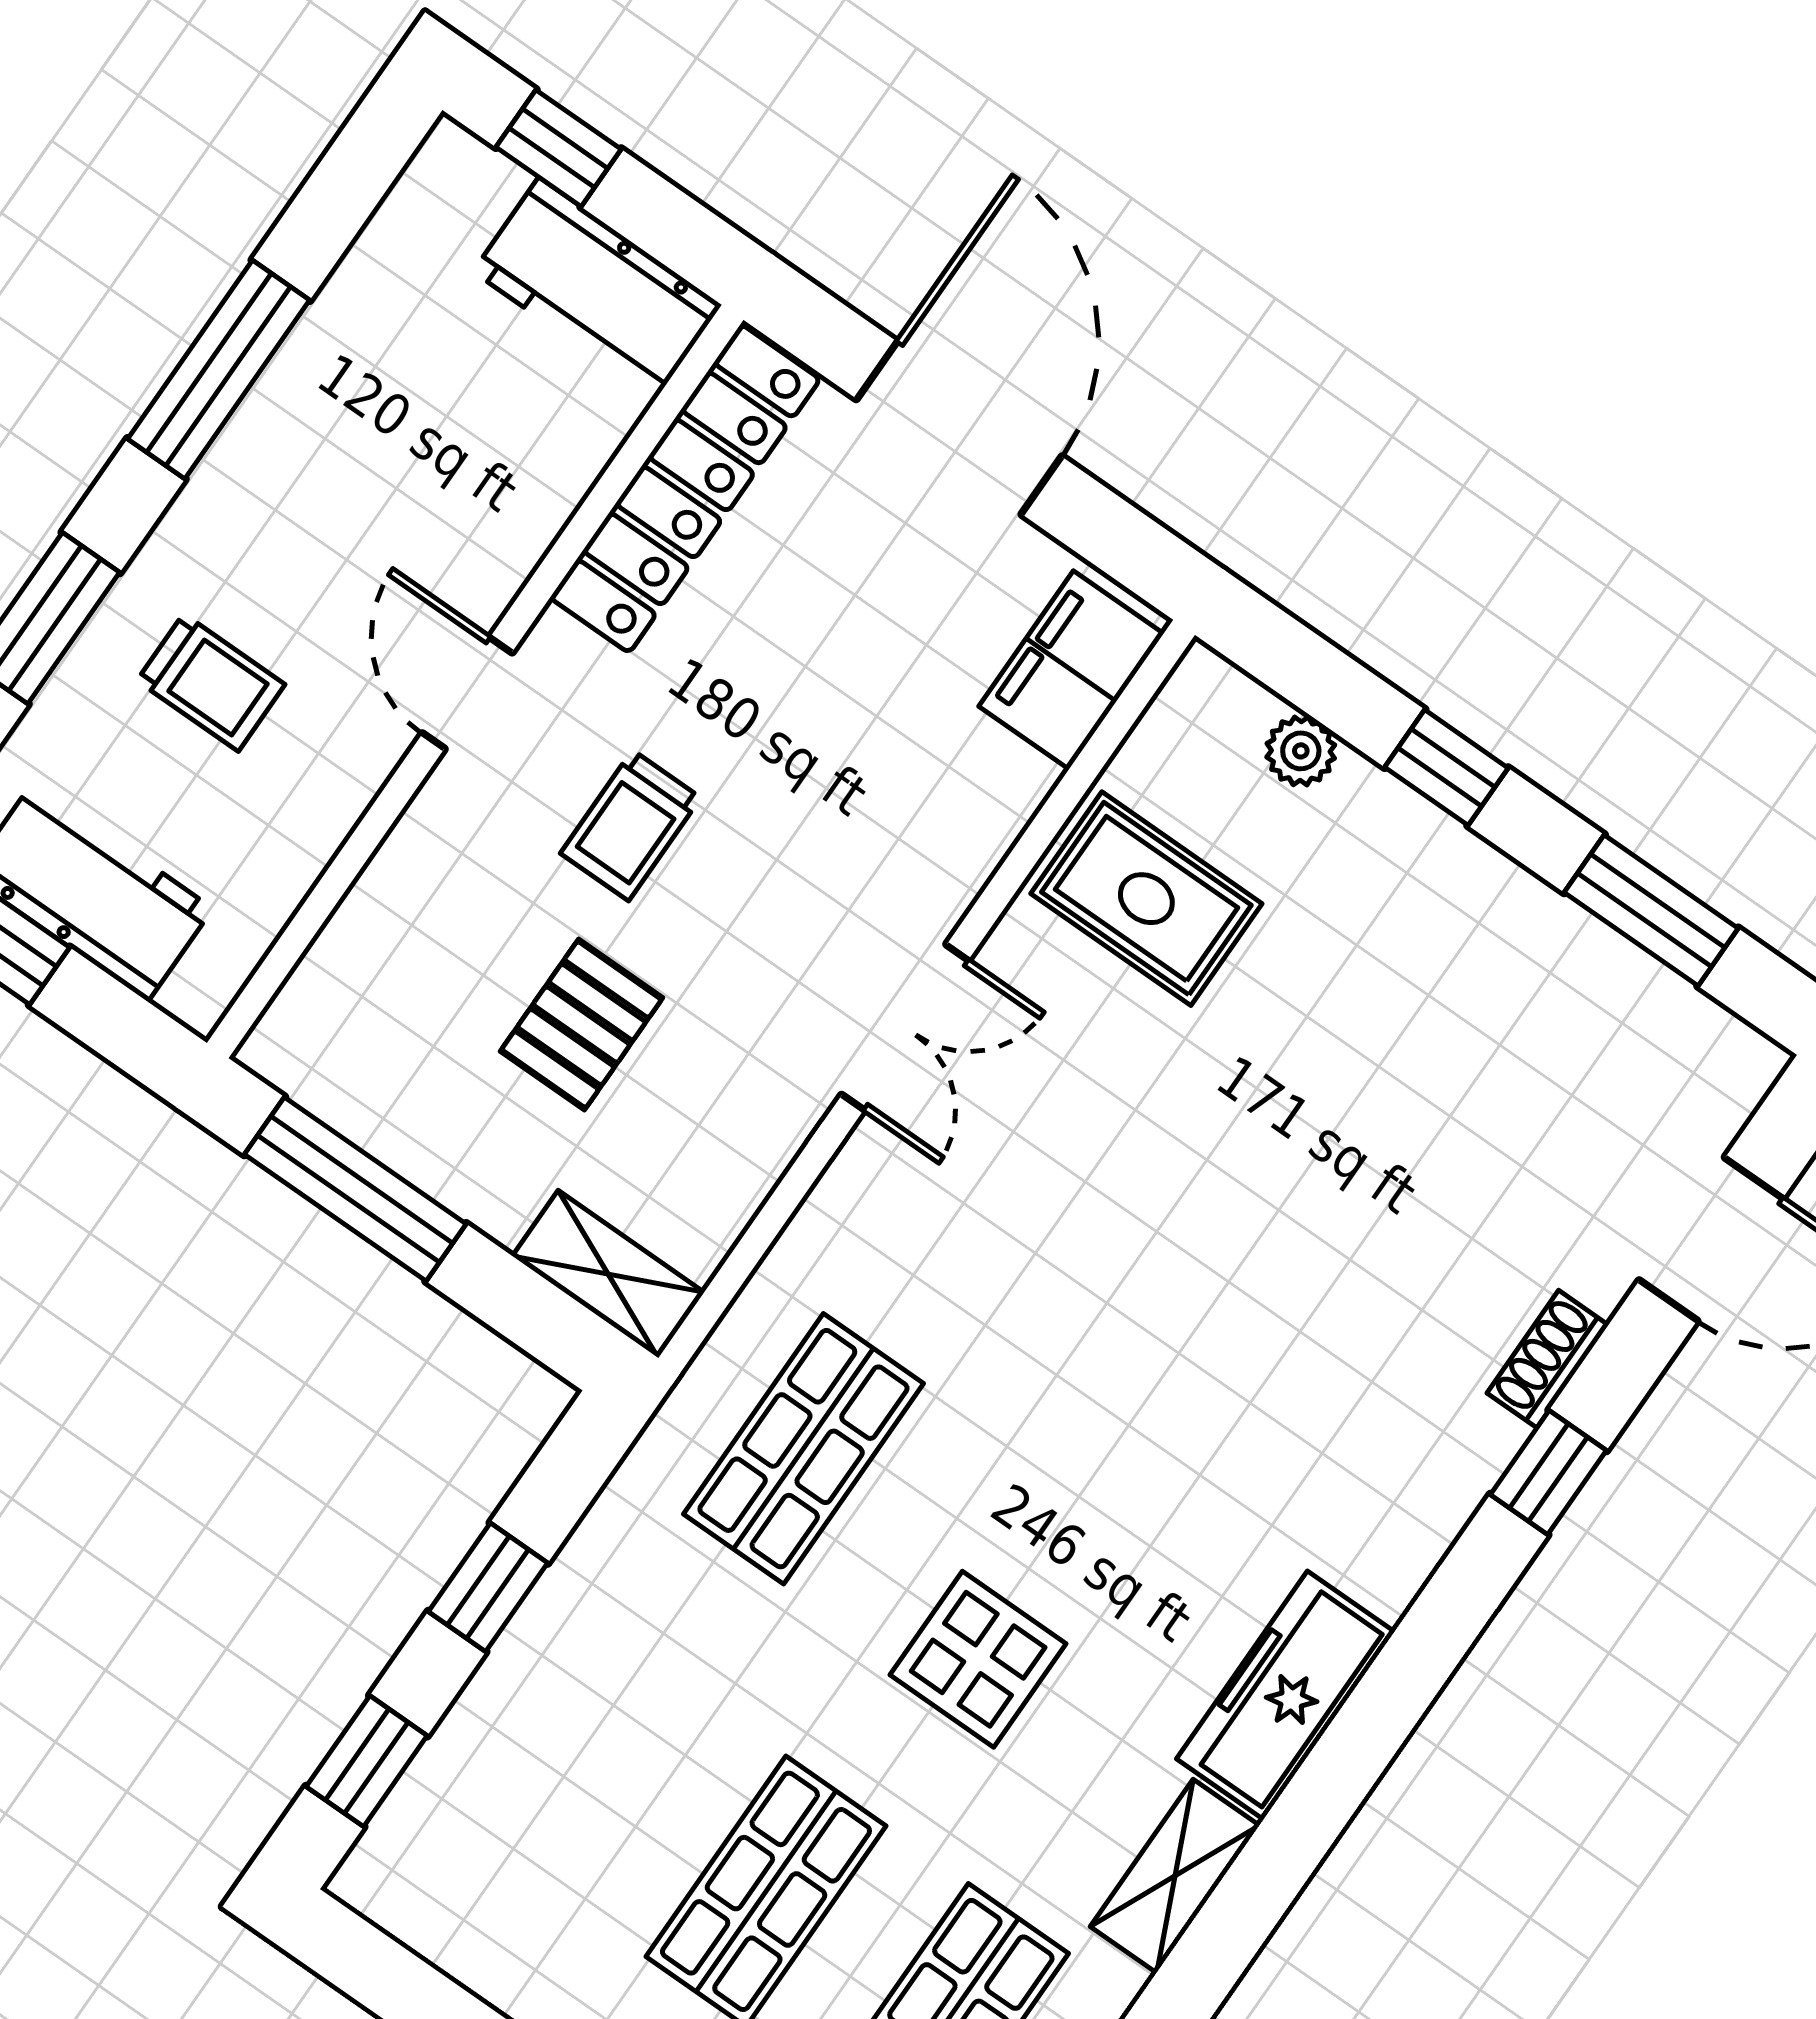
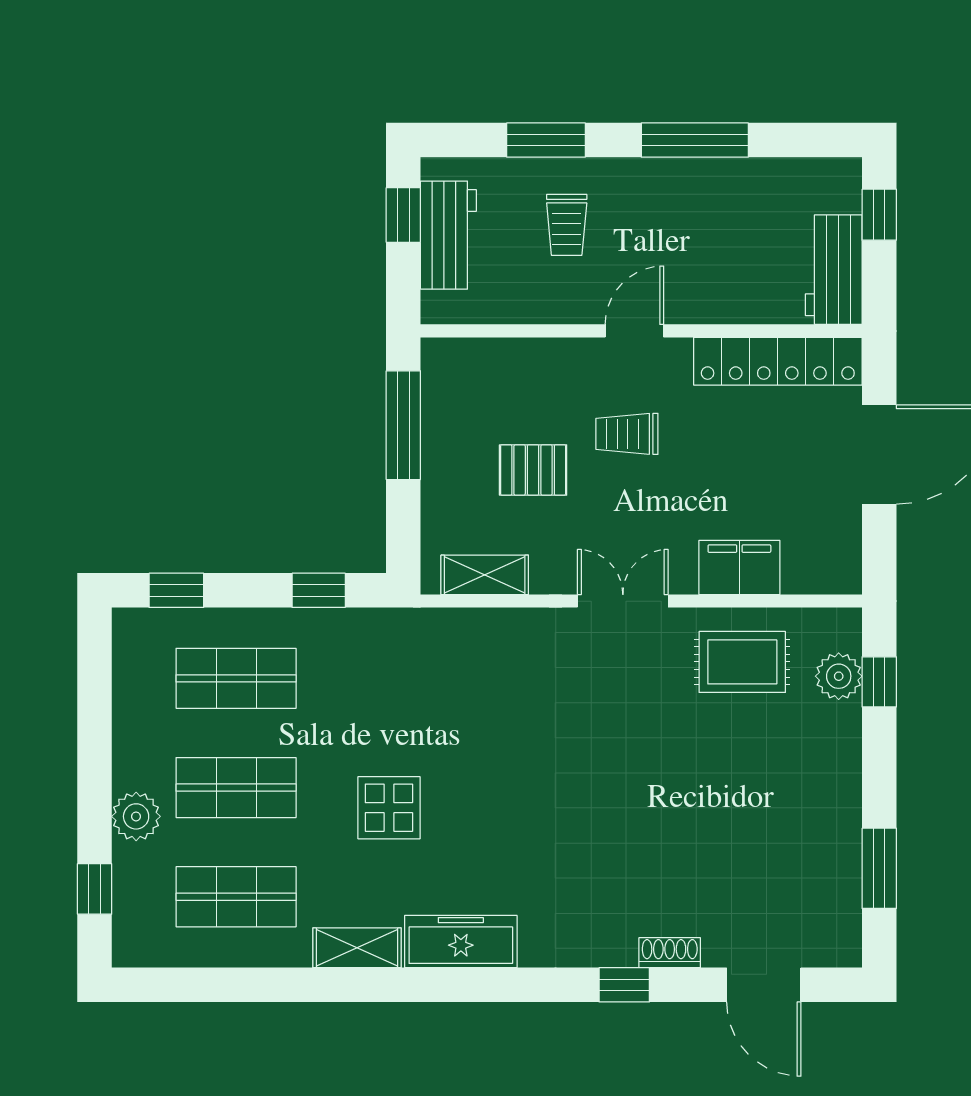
filing cabinet: (1071, 670) -> (739, 568), moved
plant: (1301, 751) -> (839, 676), width x1.38, depth x1.38
window: (1446, 768) -> (879, 682), moved
rug: (1146, 899) -> (742, 662), turned 90
double door: (905, 1027) -> (623, 601), swing flipped
shelving: (608, 1274) -> (485, 575), moved, turned 90
shop shelf: (803, 1449) -> (236, 678), moved
window: (488, 1587) -> (319, 590), moved

